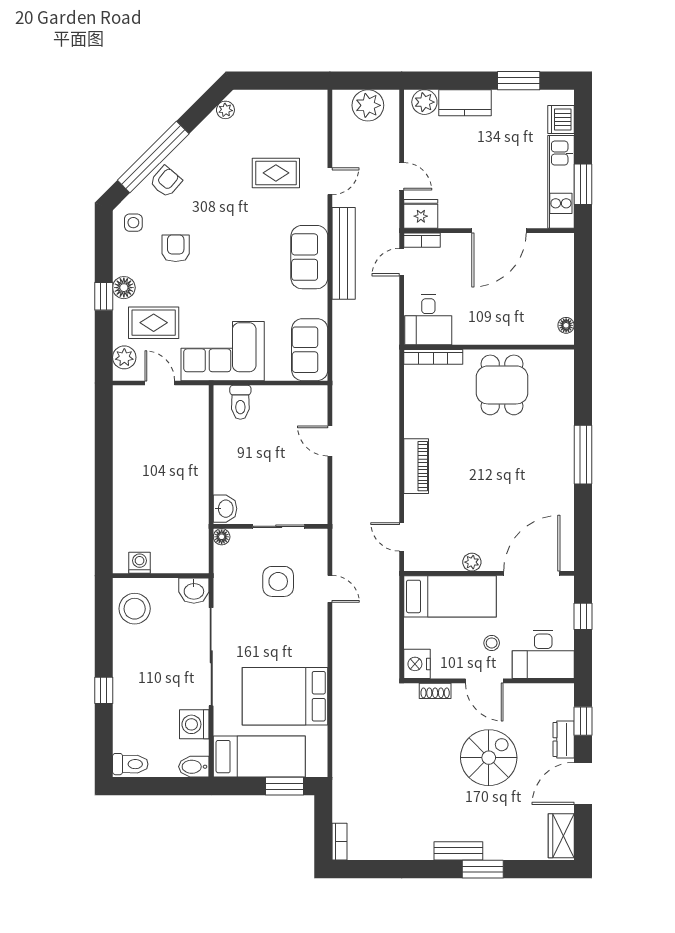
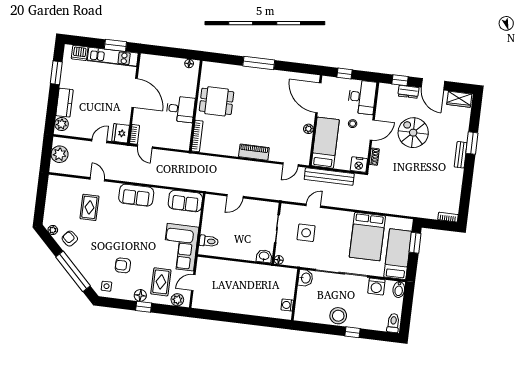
armchair: (166, 181) -> (70, 239), moved
bench: (344, 253) -> (329, 177), moved
desk: (428, 320) -> (181, 109), moved
stool: (135, 609) -> (338, 316), moved

